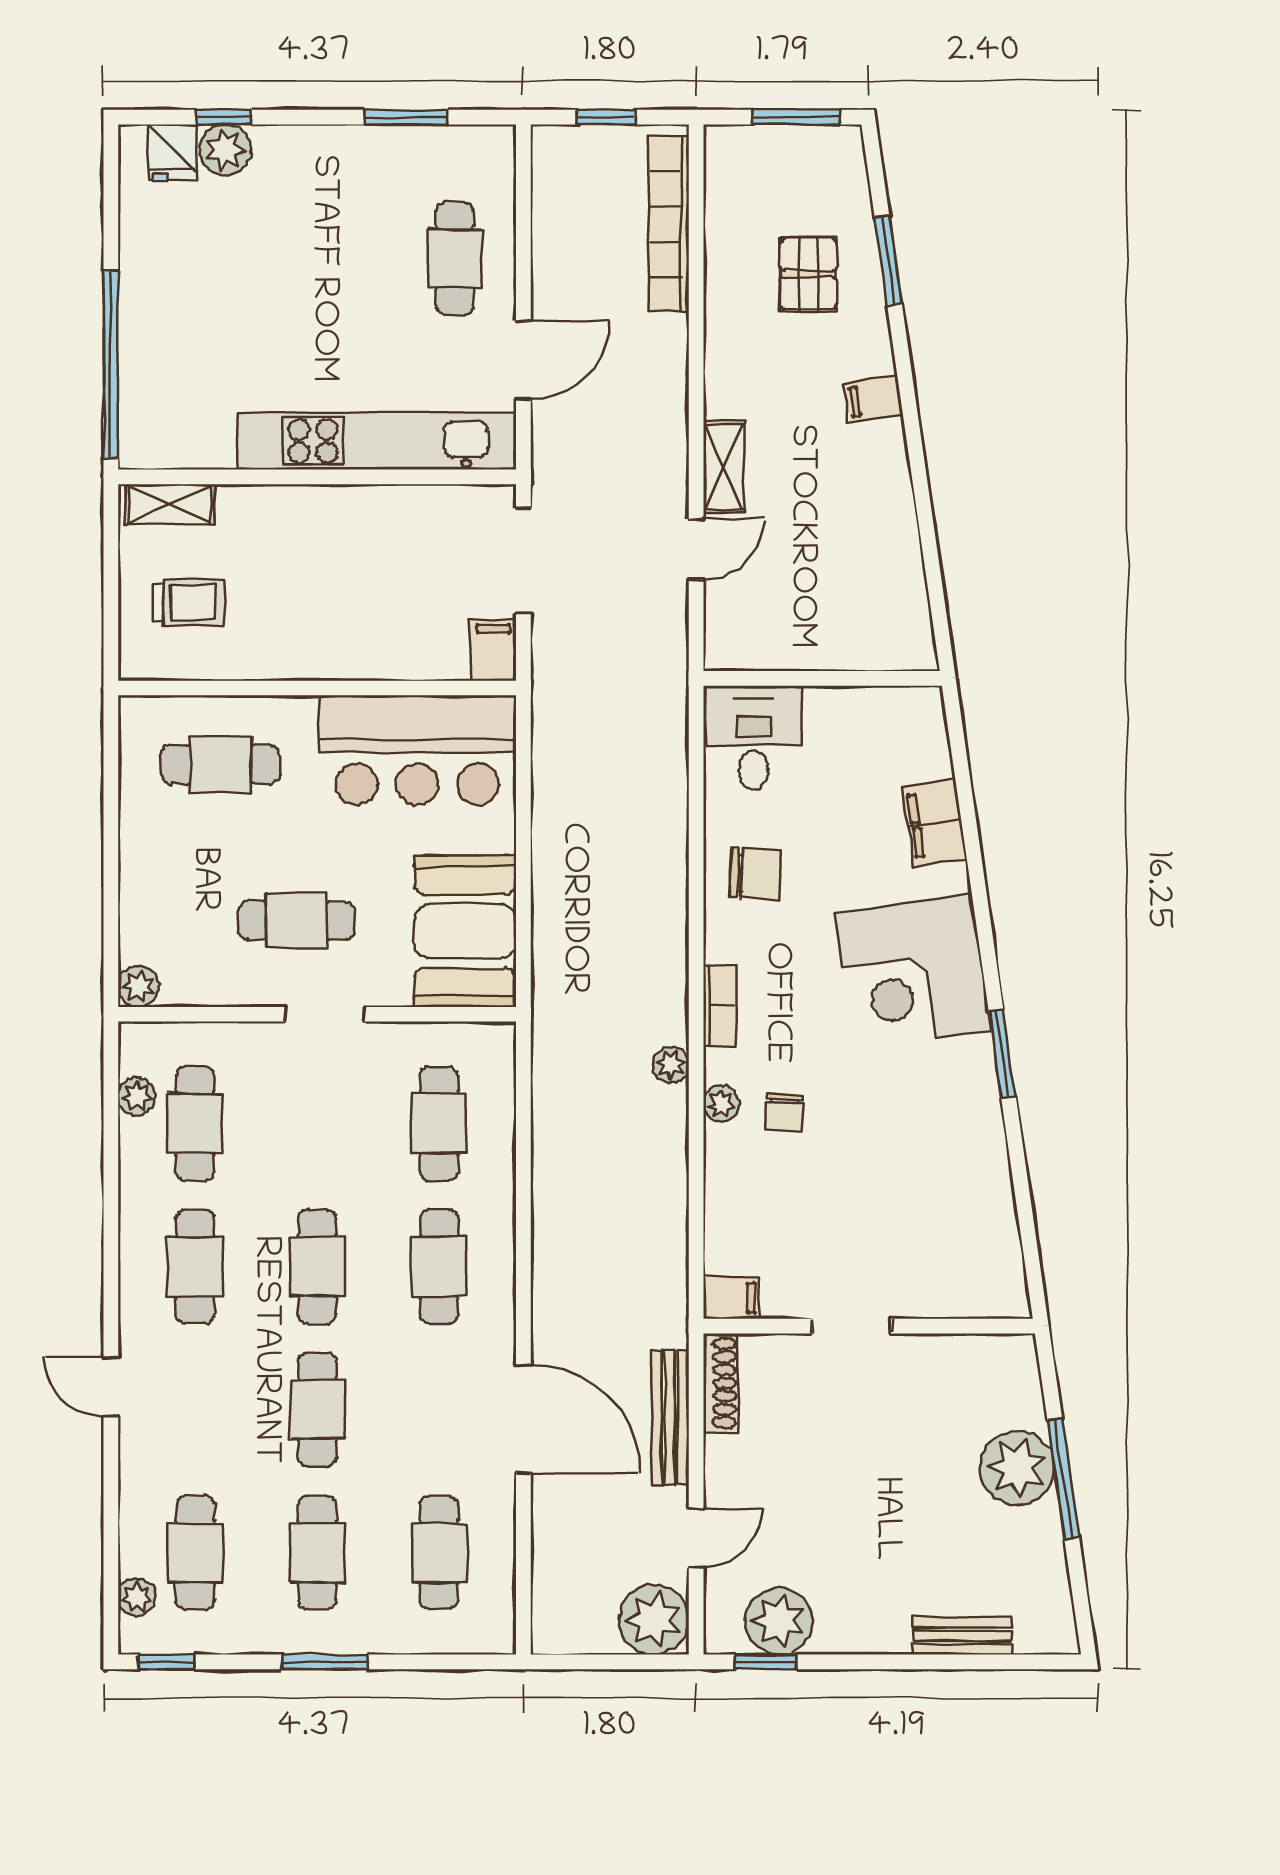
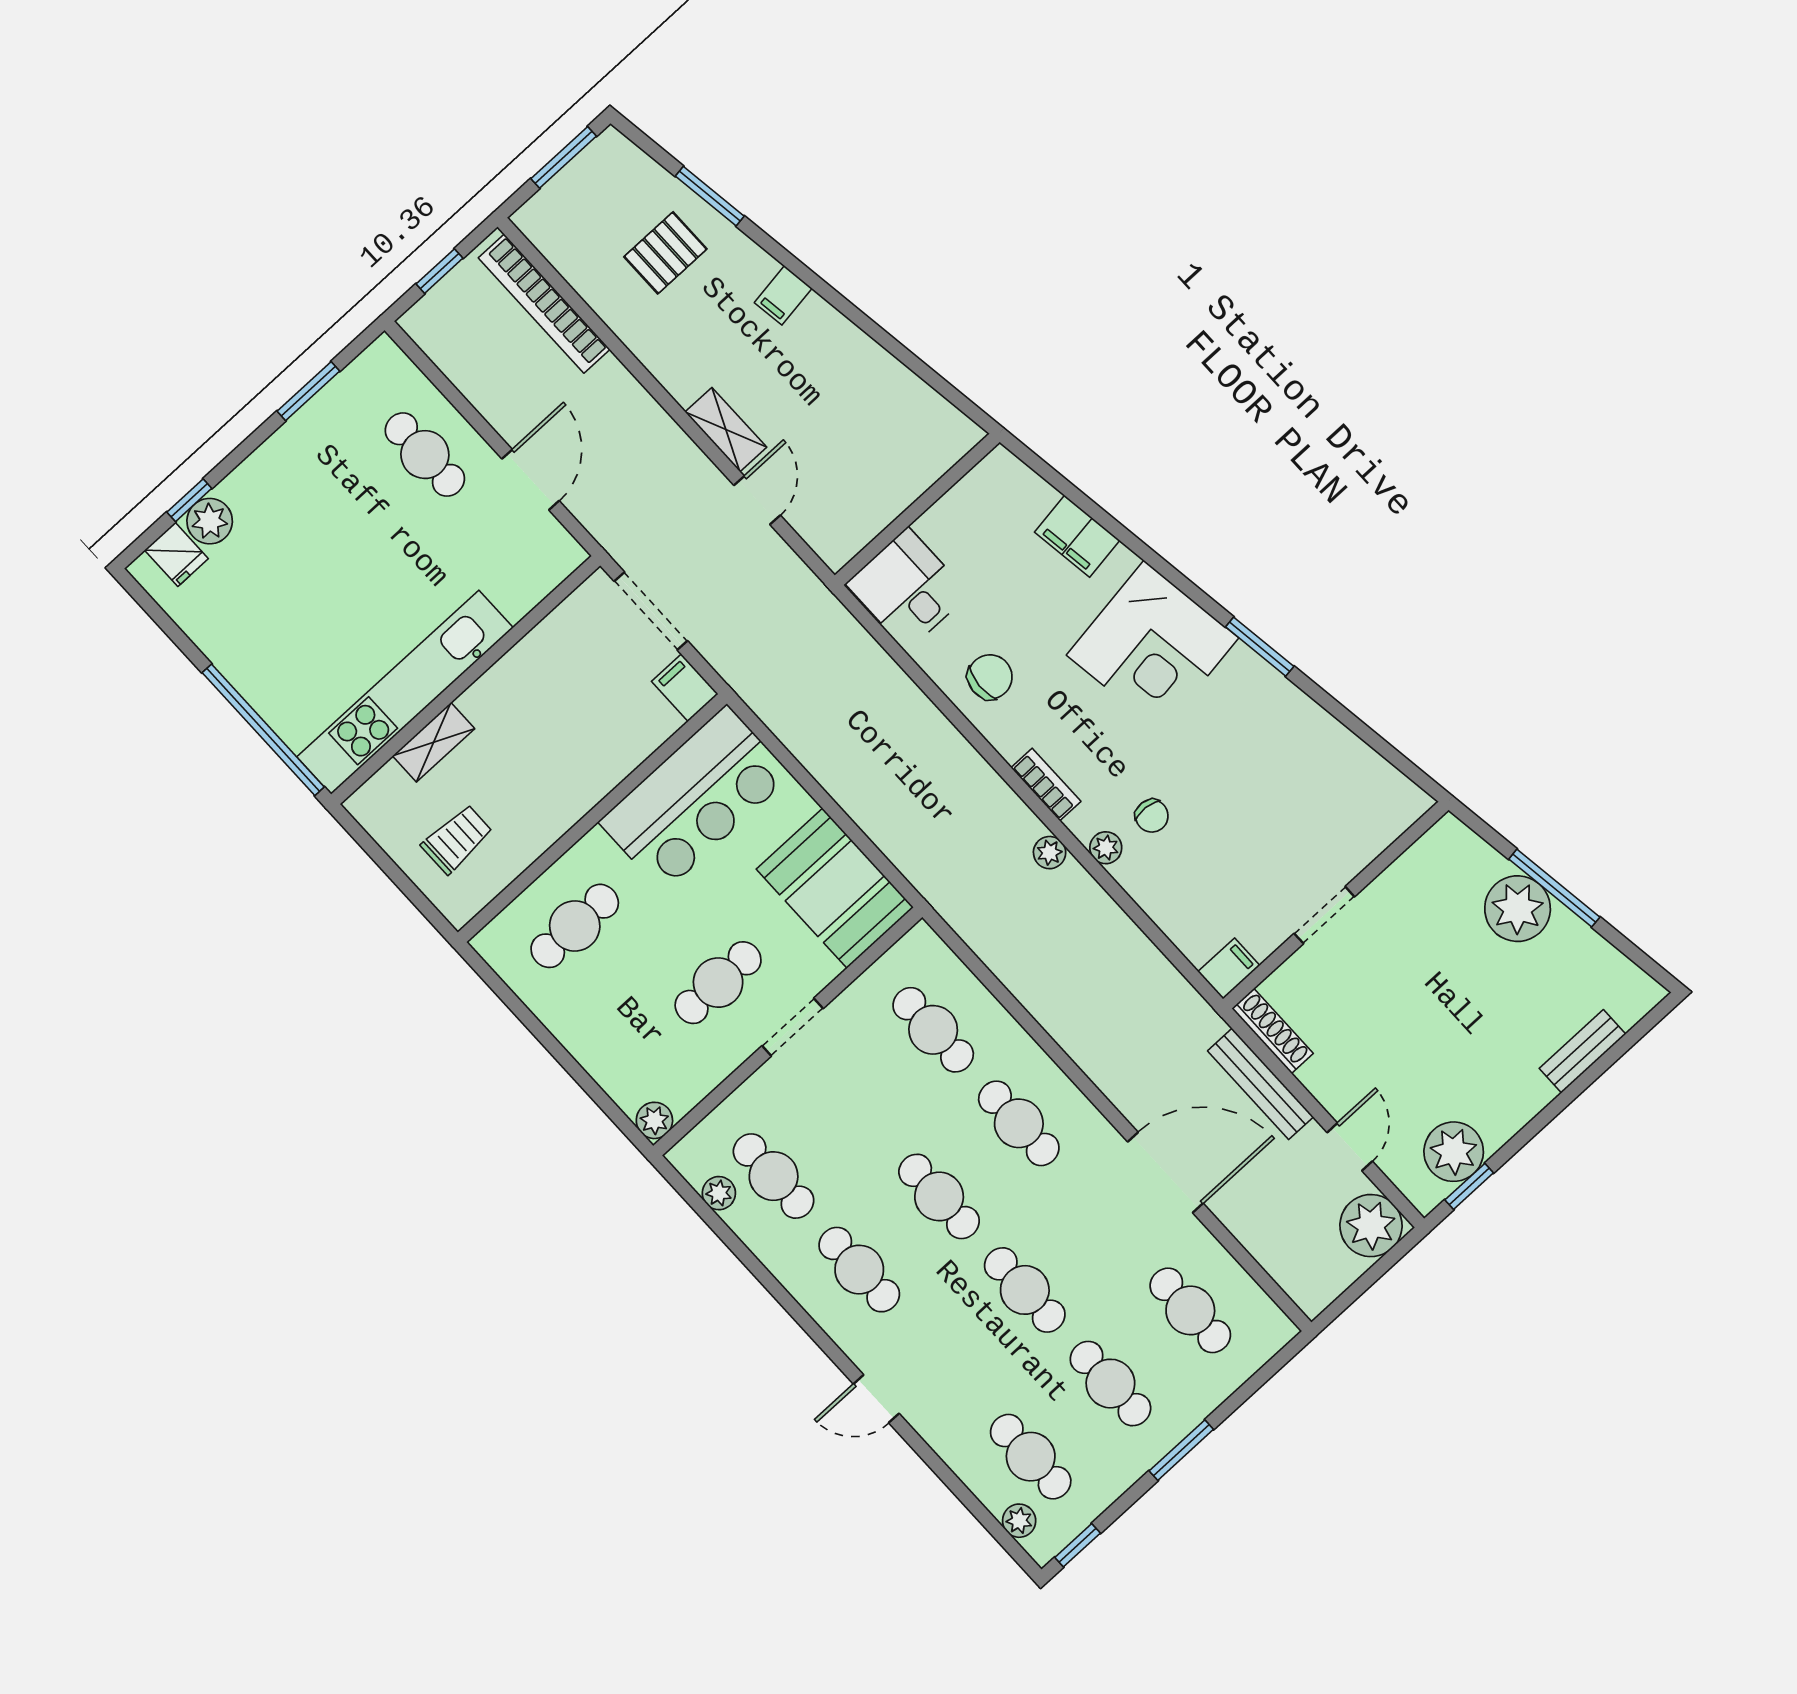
pallet: (808, 274) -> (665, 253), turned 90
kitchen unit: (377, 441) -> (405, 692), moved
shelving: (170, 504) -> (434, 742), moved

